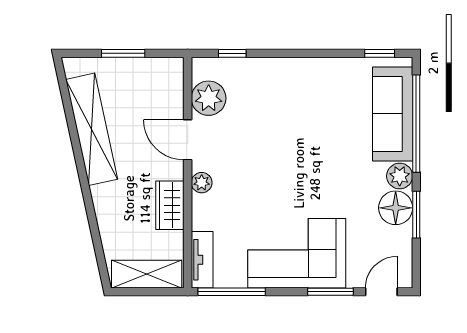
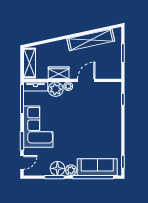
plant: (209, 98) -> (56, 89), moved
door: (381, 292) -> (22, 162), hinge flipped

